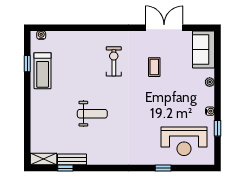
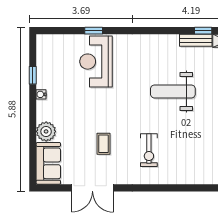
plant: (210, 82) -> (46, 131), width x1.87, depth x1.87
weight bench: (92, 114) -> (173, 91), width x1.36, depth x1.33
reception desk: (184, 141) -> (96, 62), moved, turned -90

